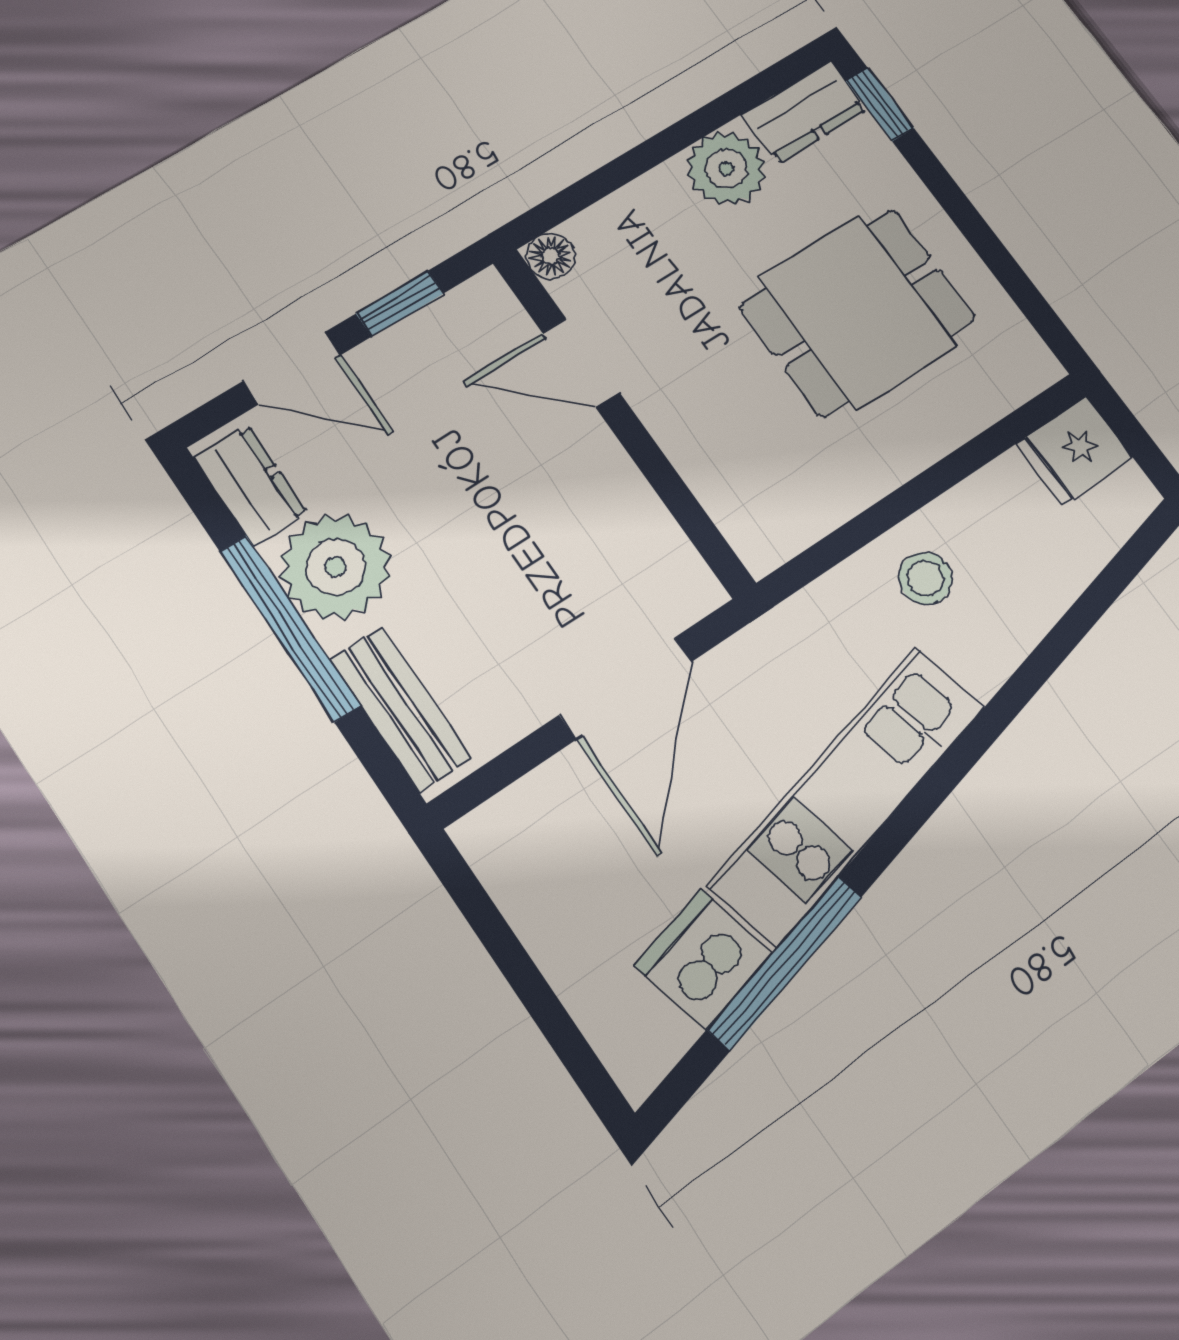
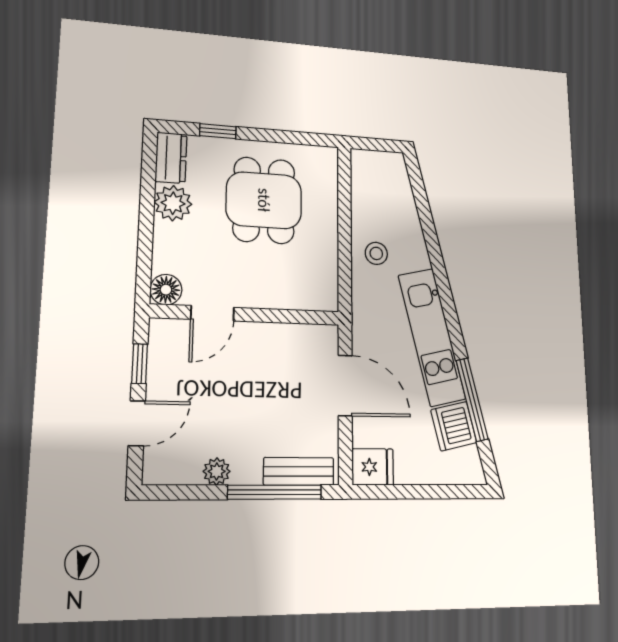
window: (880, 105) -> (218, 131), moved
floor lamp: (551, 256) -> (166, 290), width x1.37, depth x1.37
fridge: (1074, 451) -> (373, 467), moved, turned -90
dresser: (251, 485) -> (174, 470), removed
plant: (335, 567) -> (217, 471), width x0.53, depth x0.53
window: (290, 628) -> (275, 492), moved

